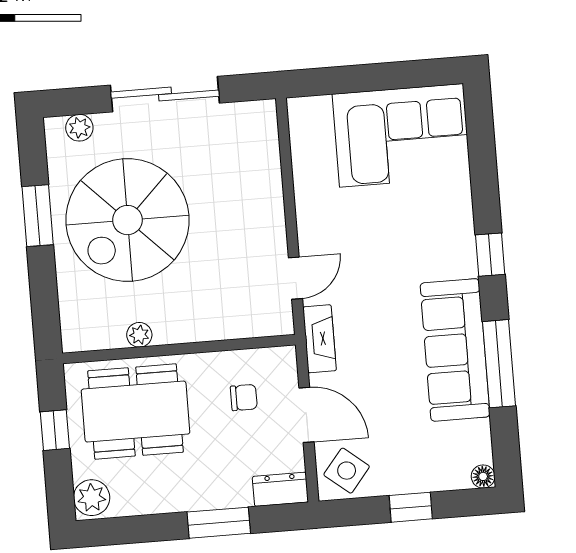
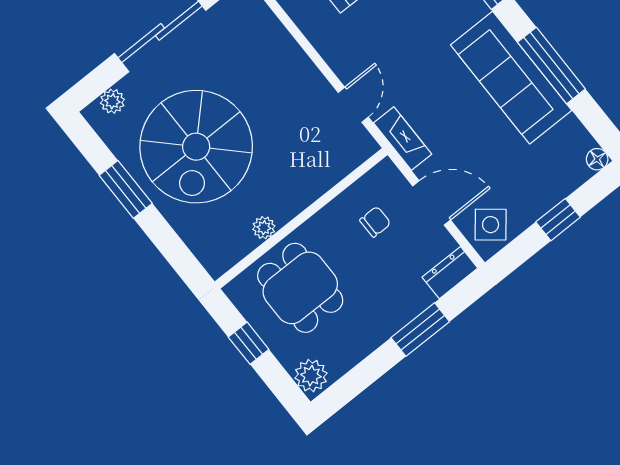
dining table: (136, 412) -> (300, 288), width x0.73

